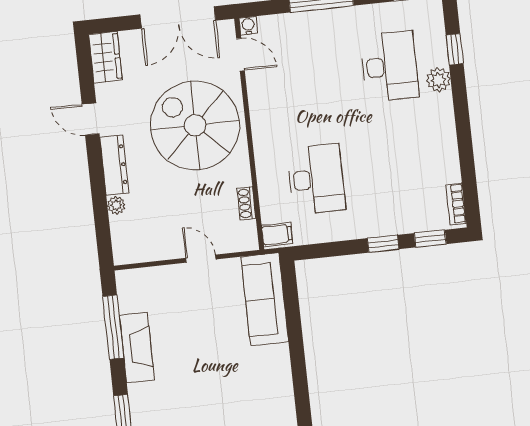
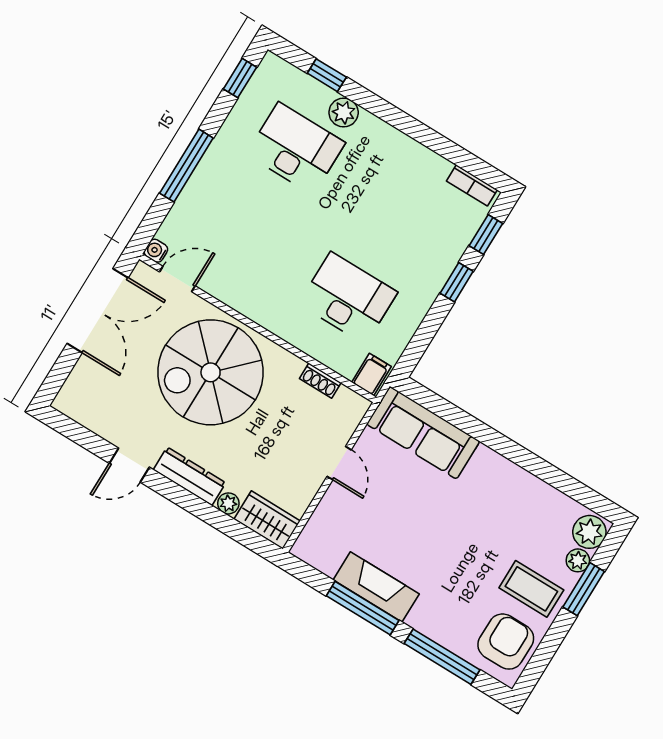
wardrobe: (105, 57) -> (267, 520), moved
door: (201, 259) -> (339, 463), swing flipped
window: (113, 327) -> (363, 608), moved

